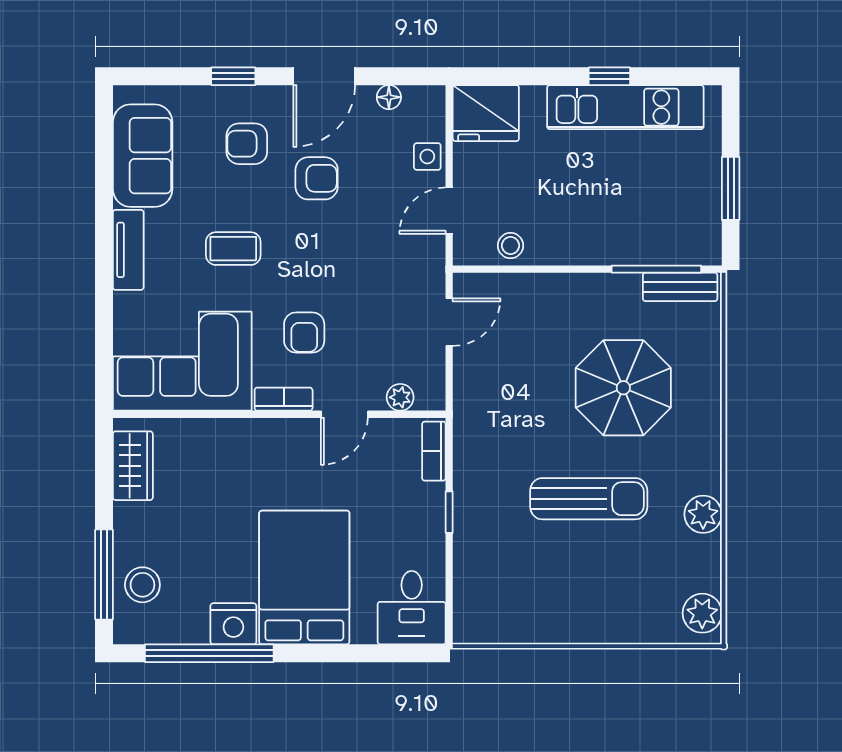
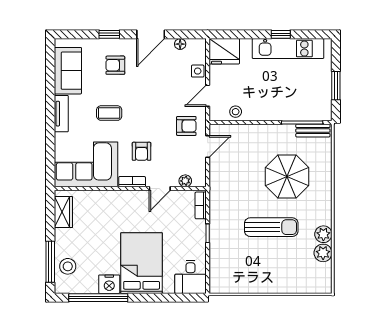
armchair: (317, 178) -> (186, 126), moved
plant: (702, 613) -> (323, 253), moved

